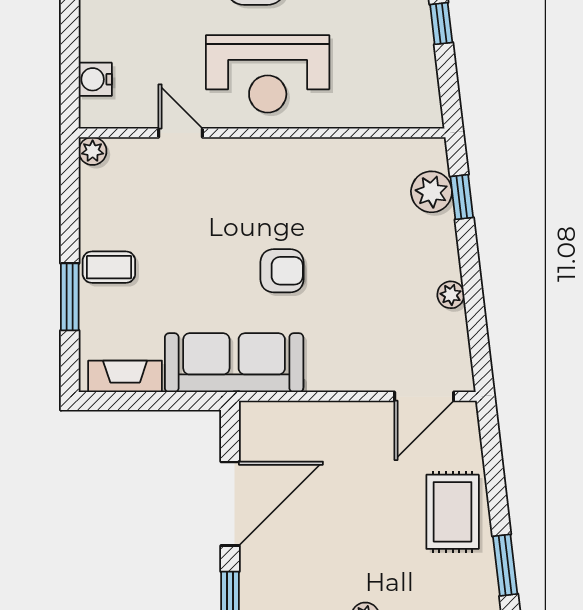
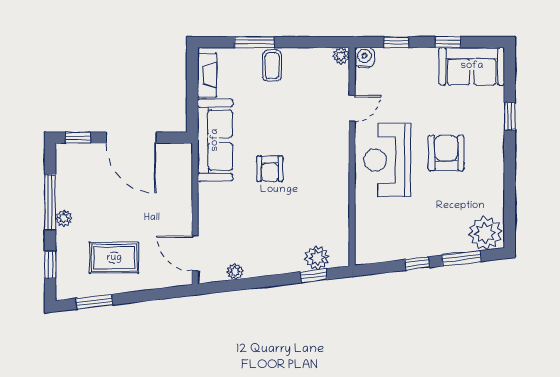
window: (70, 59) -> (396, 42), added
water cooler: (95, 79) -> (364, 57), moved
plant: (451, 295) -> (235, 272), moved
rug: (453, 512) -> (114, 258), moved

